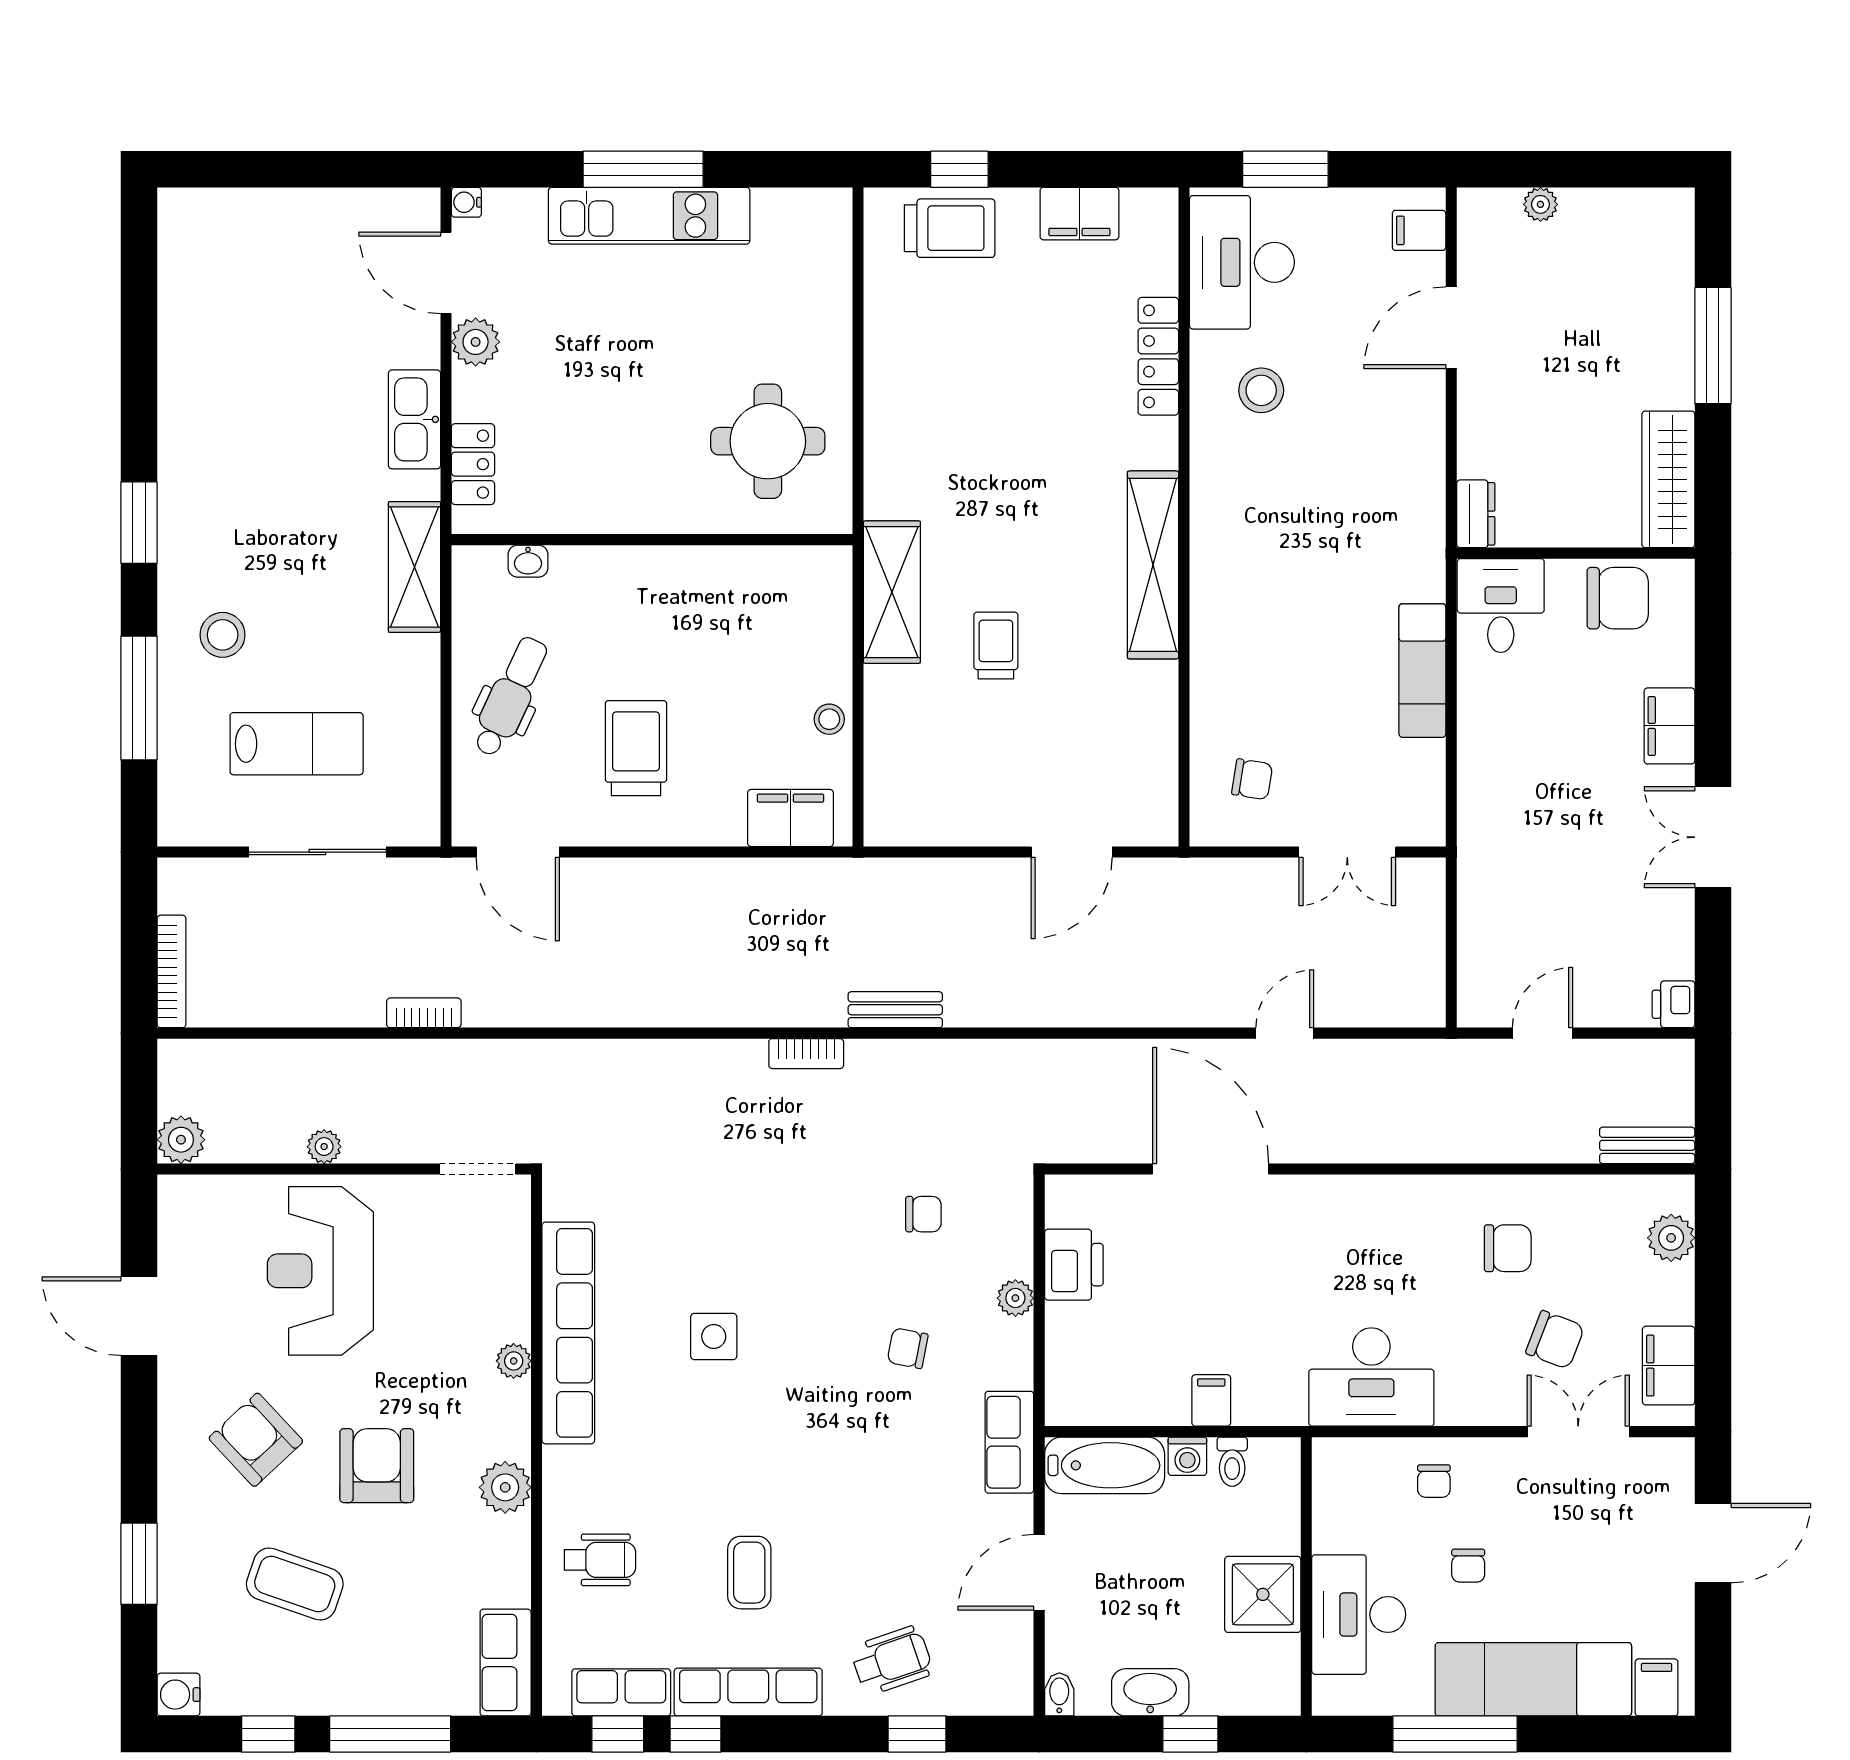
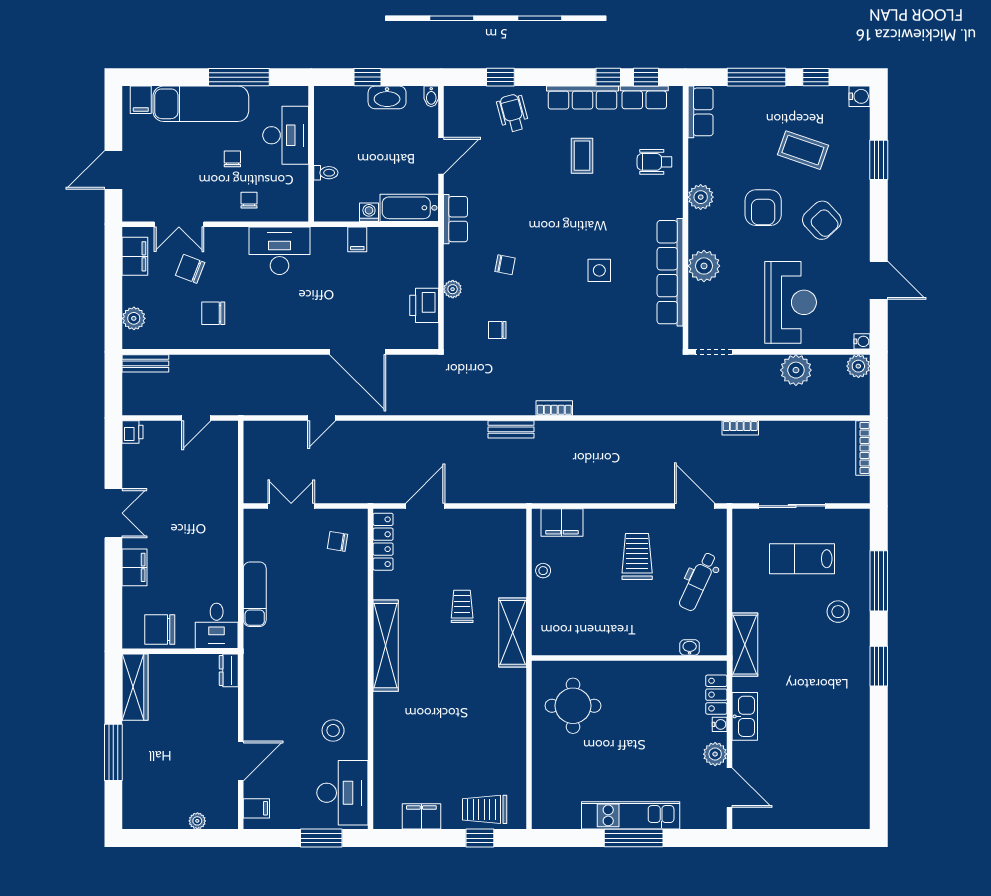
water cooler: (466, 202) -> (720, 724), moved
locker: (1158, 356) -> (383, 542), moved
trolley: (996, 646) -> (462, 606), turned 180
trolley: (636, 748) -> (637, 557), turned 180
plant: (324, 1147) -> (796, 370), width x1.88, depth x1.88
water cooler: (173, 1191) -> (862, 341), added
plant: (514, 1361) -> (704, 266), width x1.88, depth x1.88
toilet: (1232, 1462) -> (326, 173), moved, turned 90
shower: (1263, 1594) -> (332, 145), removed
wheelchair: (892, 1660) -> (513, 113), turned 94

